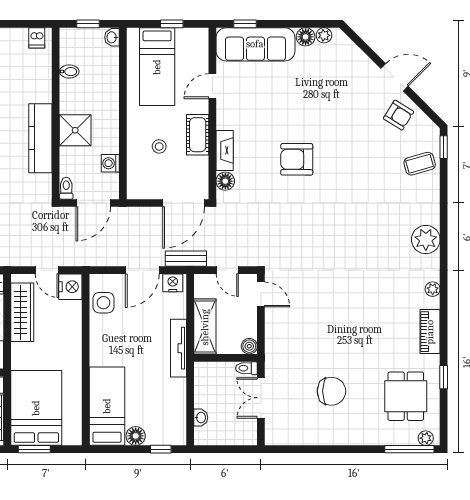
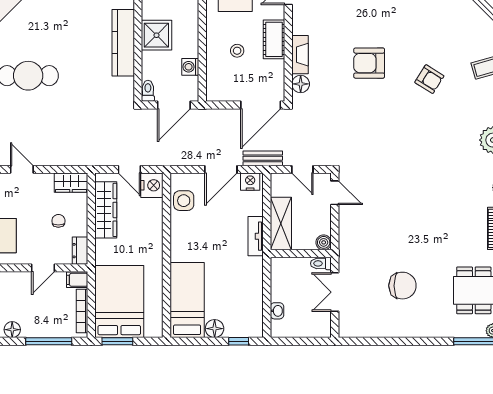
armchair: (399, 115) -> (429, 79), moved
tv unit: (178, 348) -> (256, 236), width x0.71

